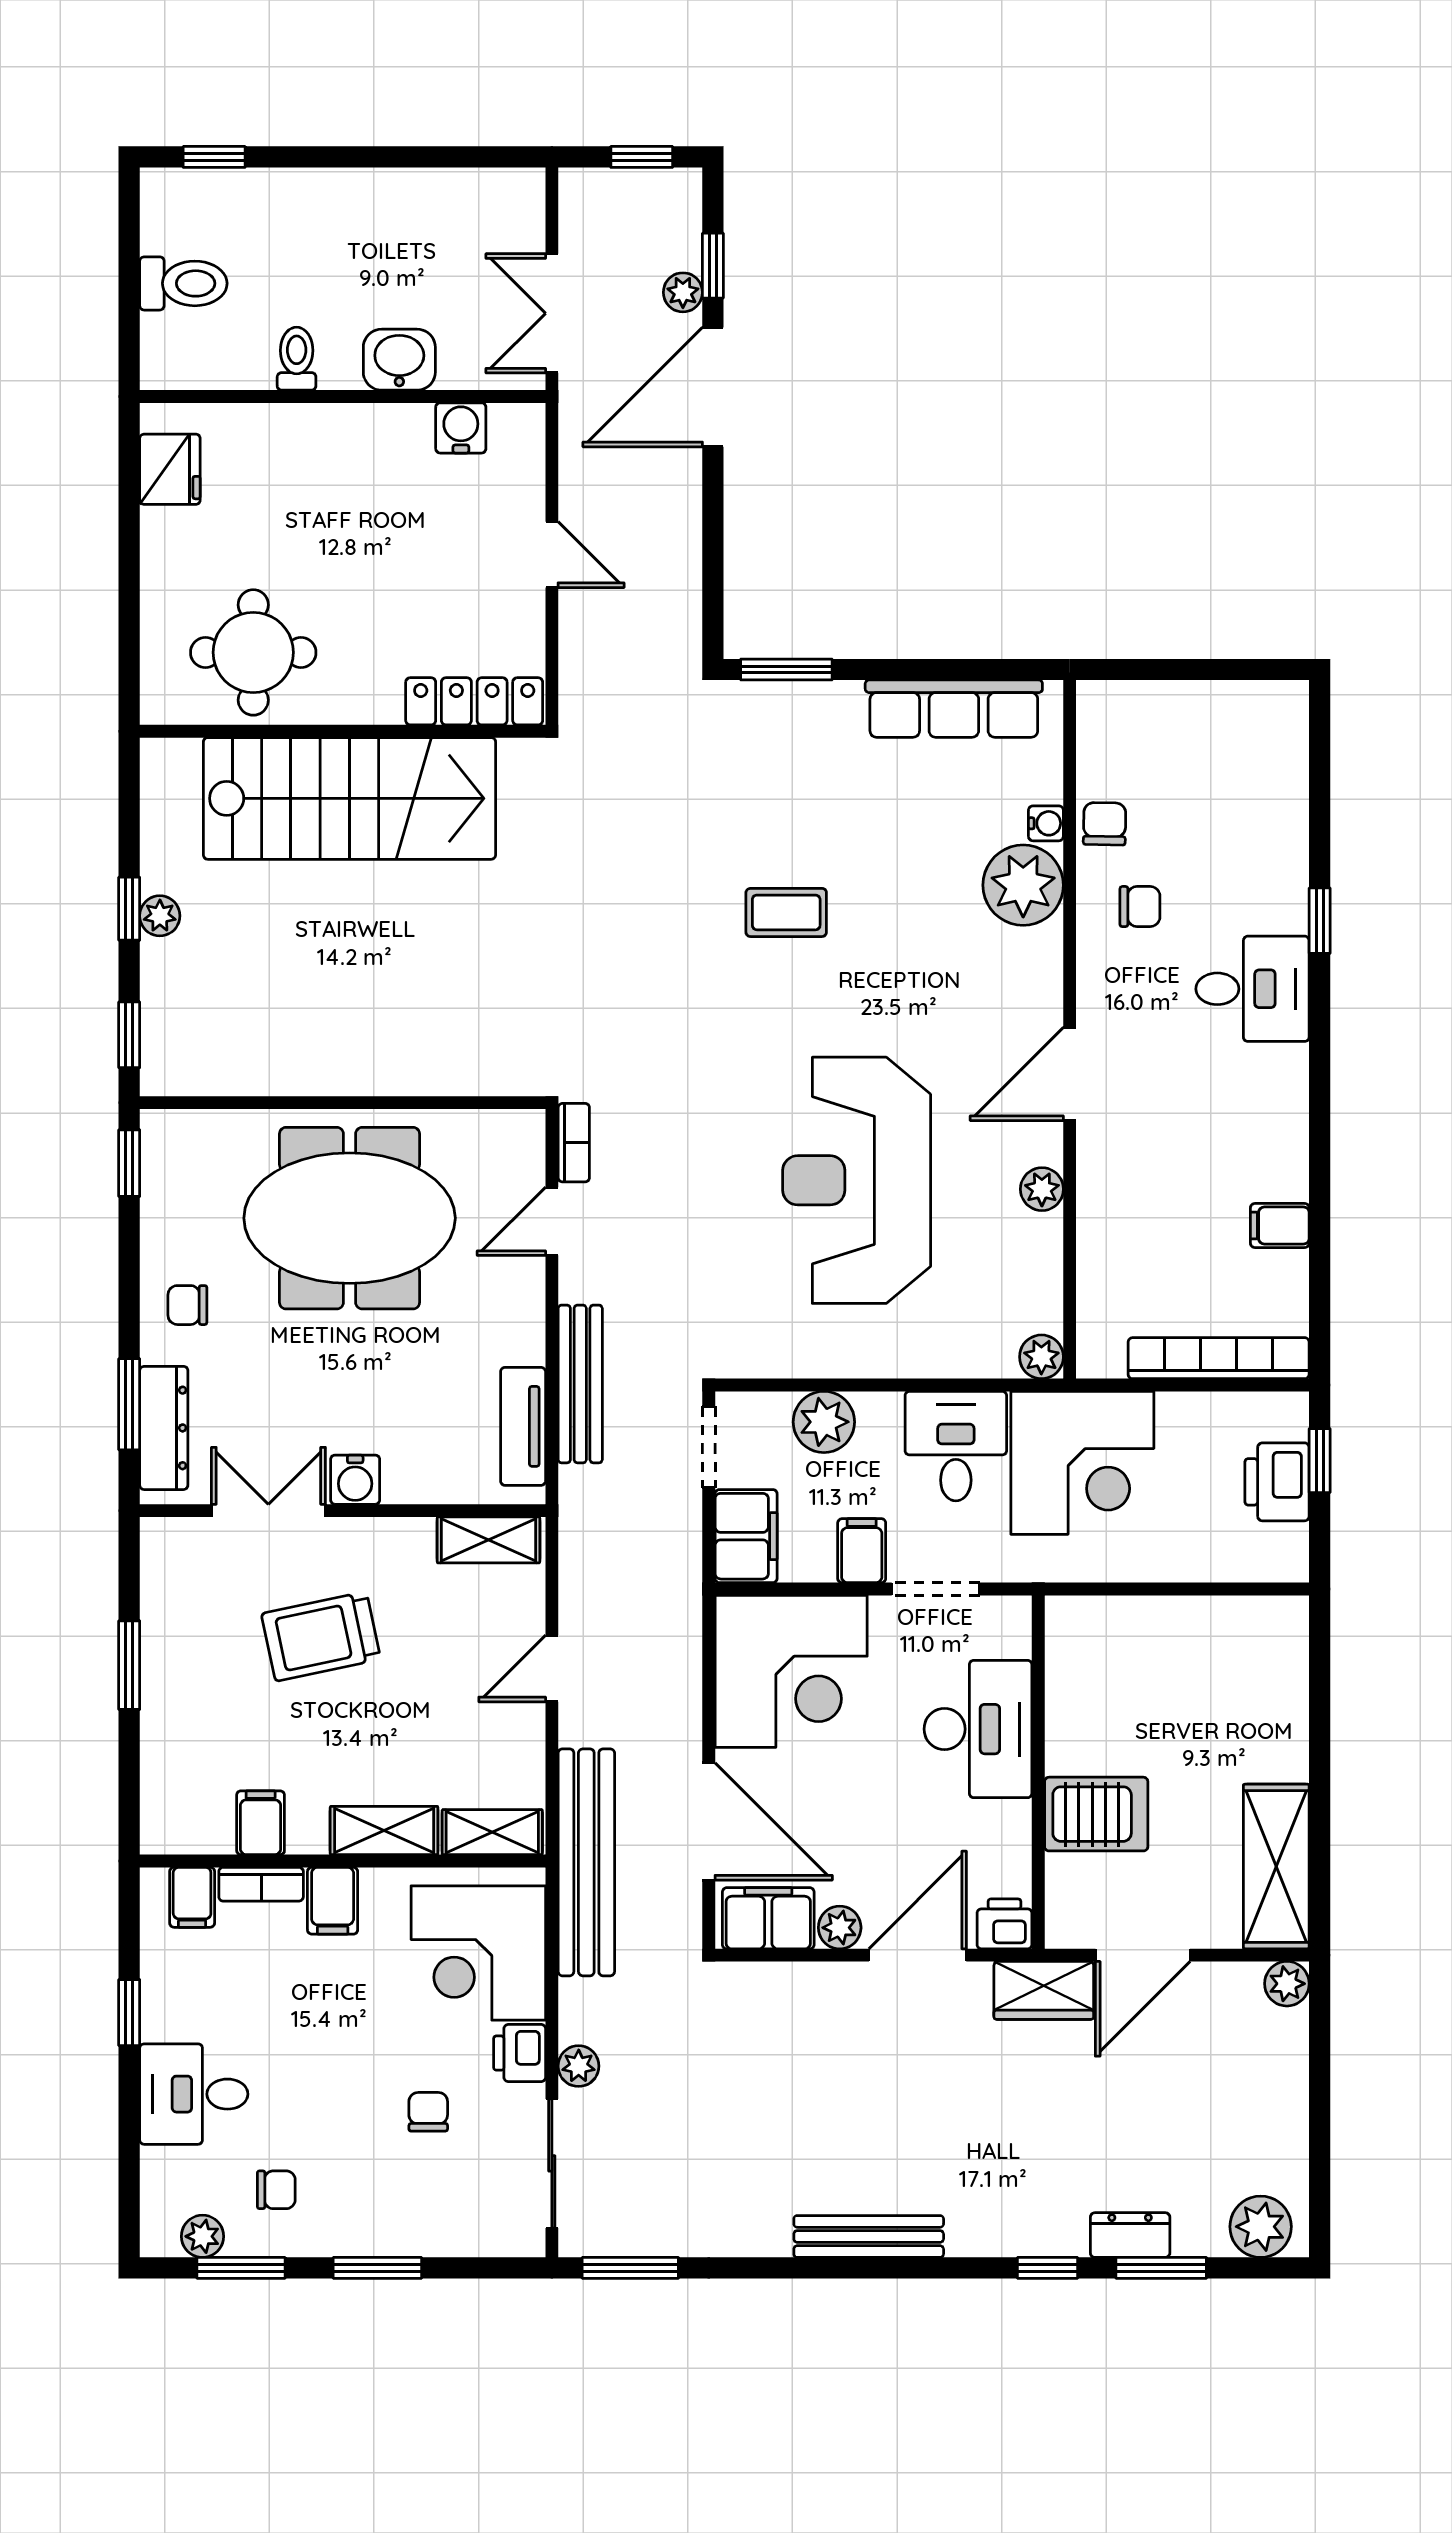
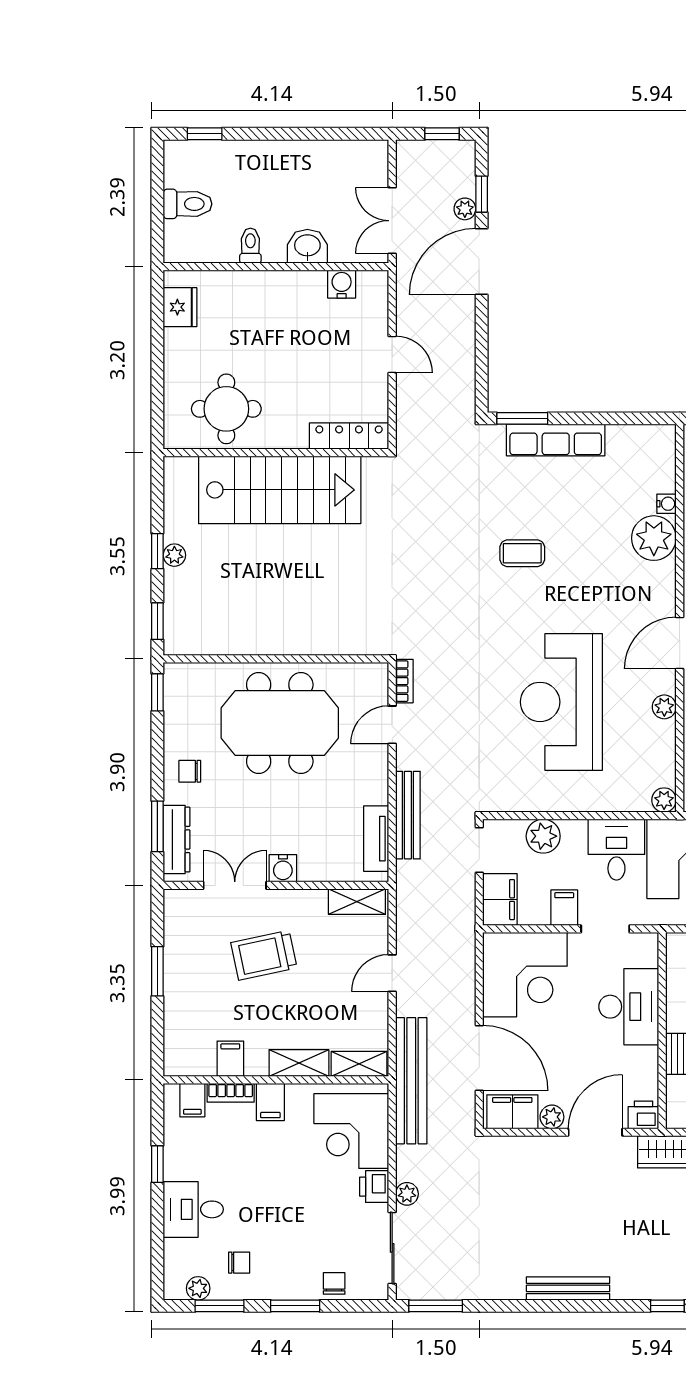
row of seats: (954, 709) -> (556, 440), moved
chair: (428, 2112) -> (334, 1283), moved

